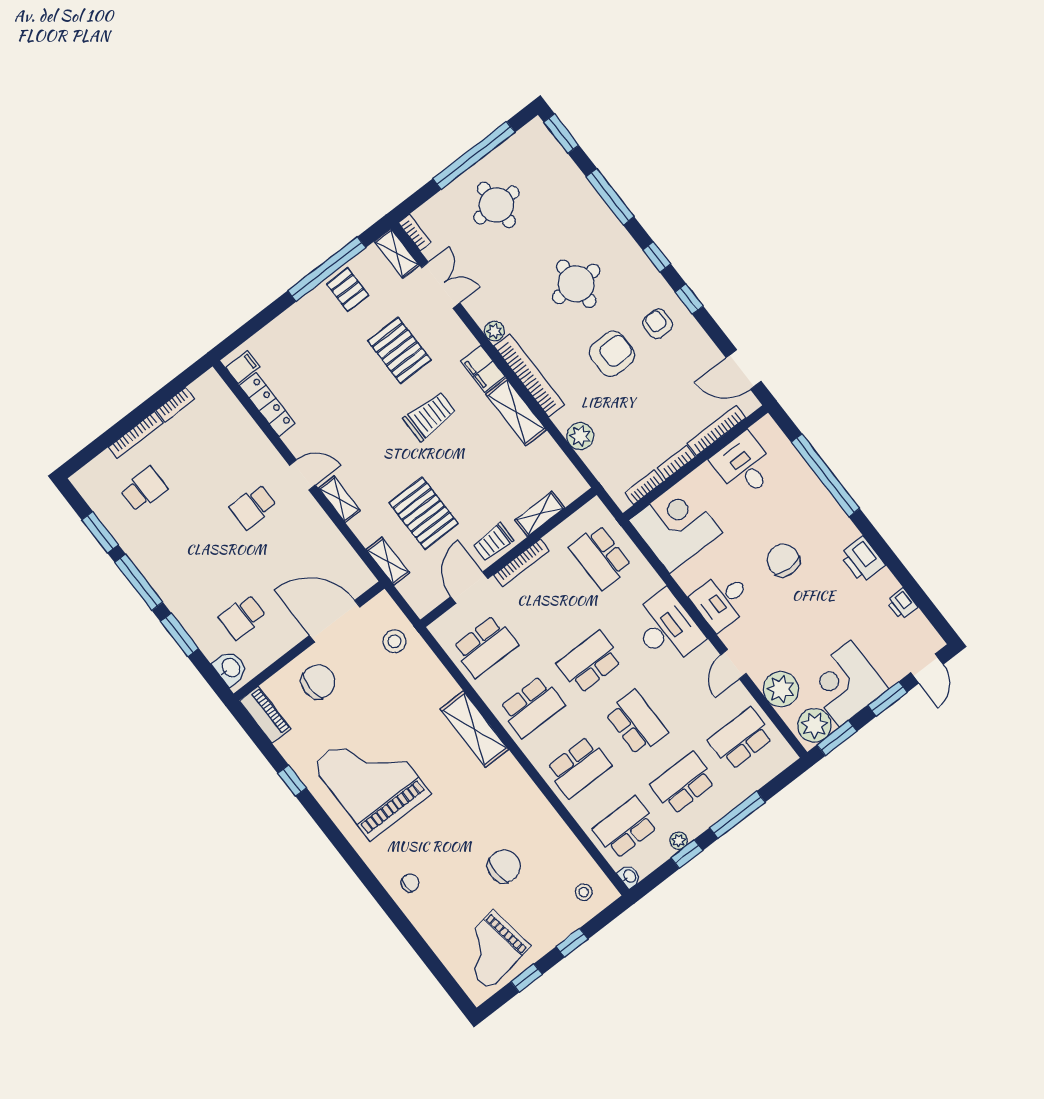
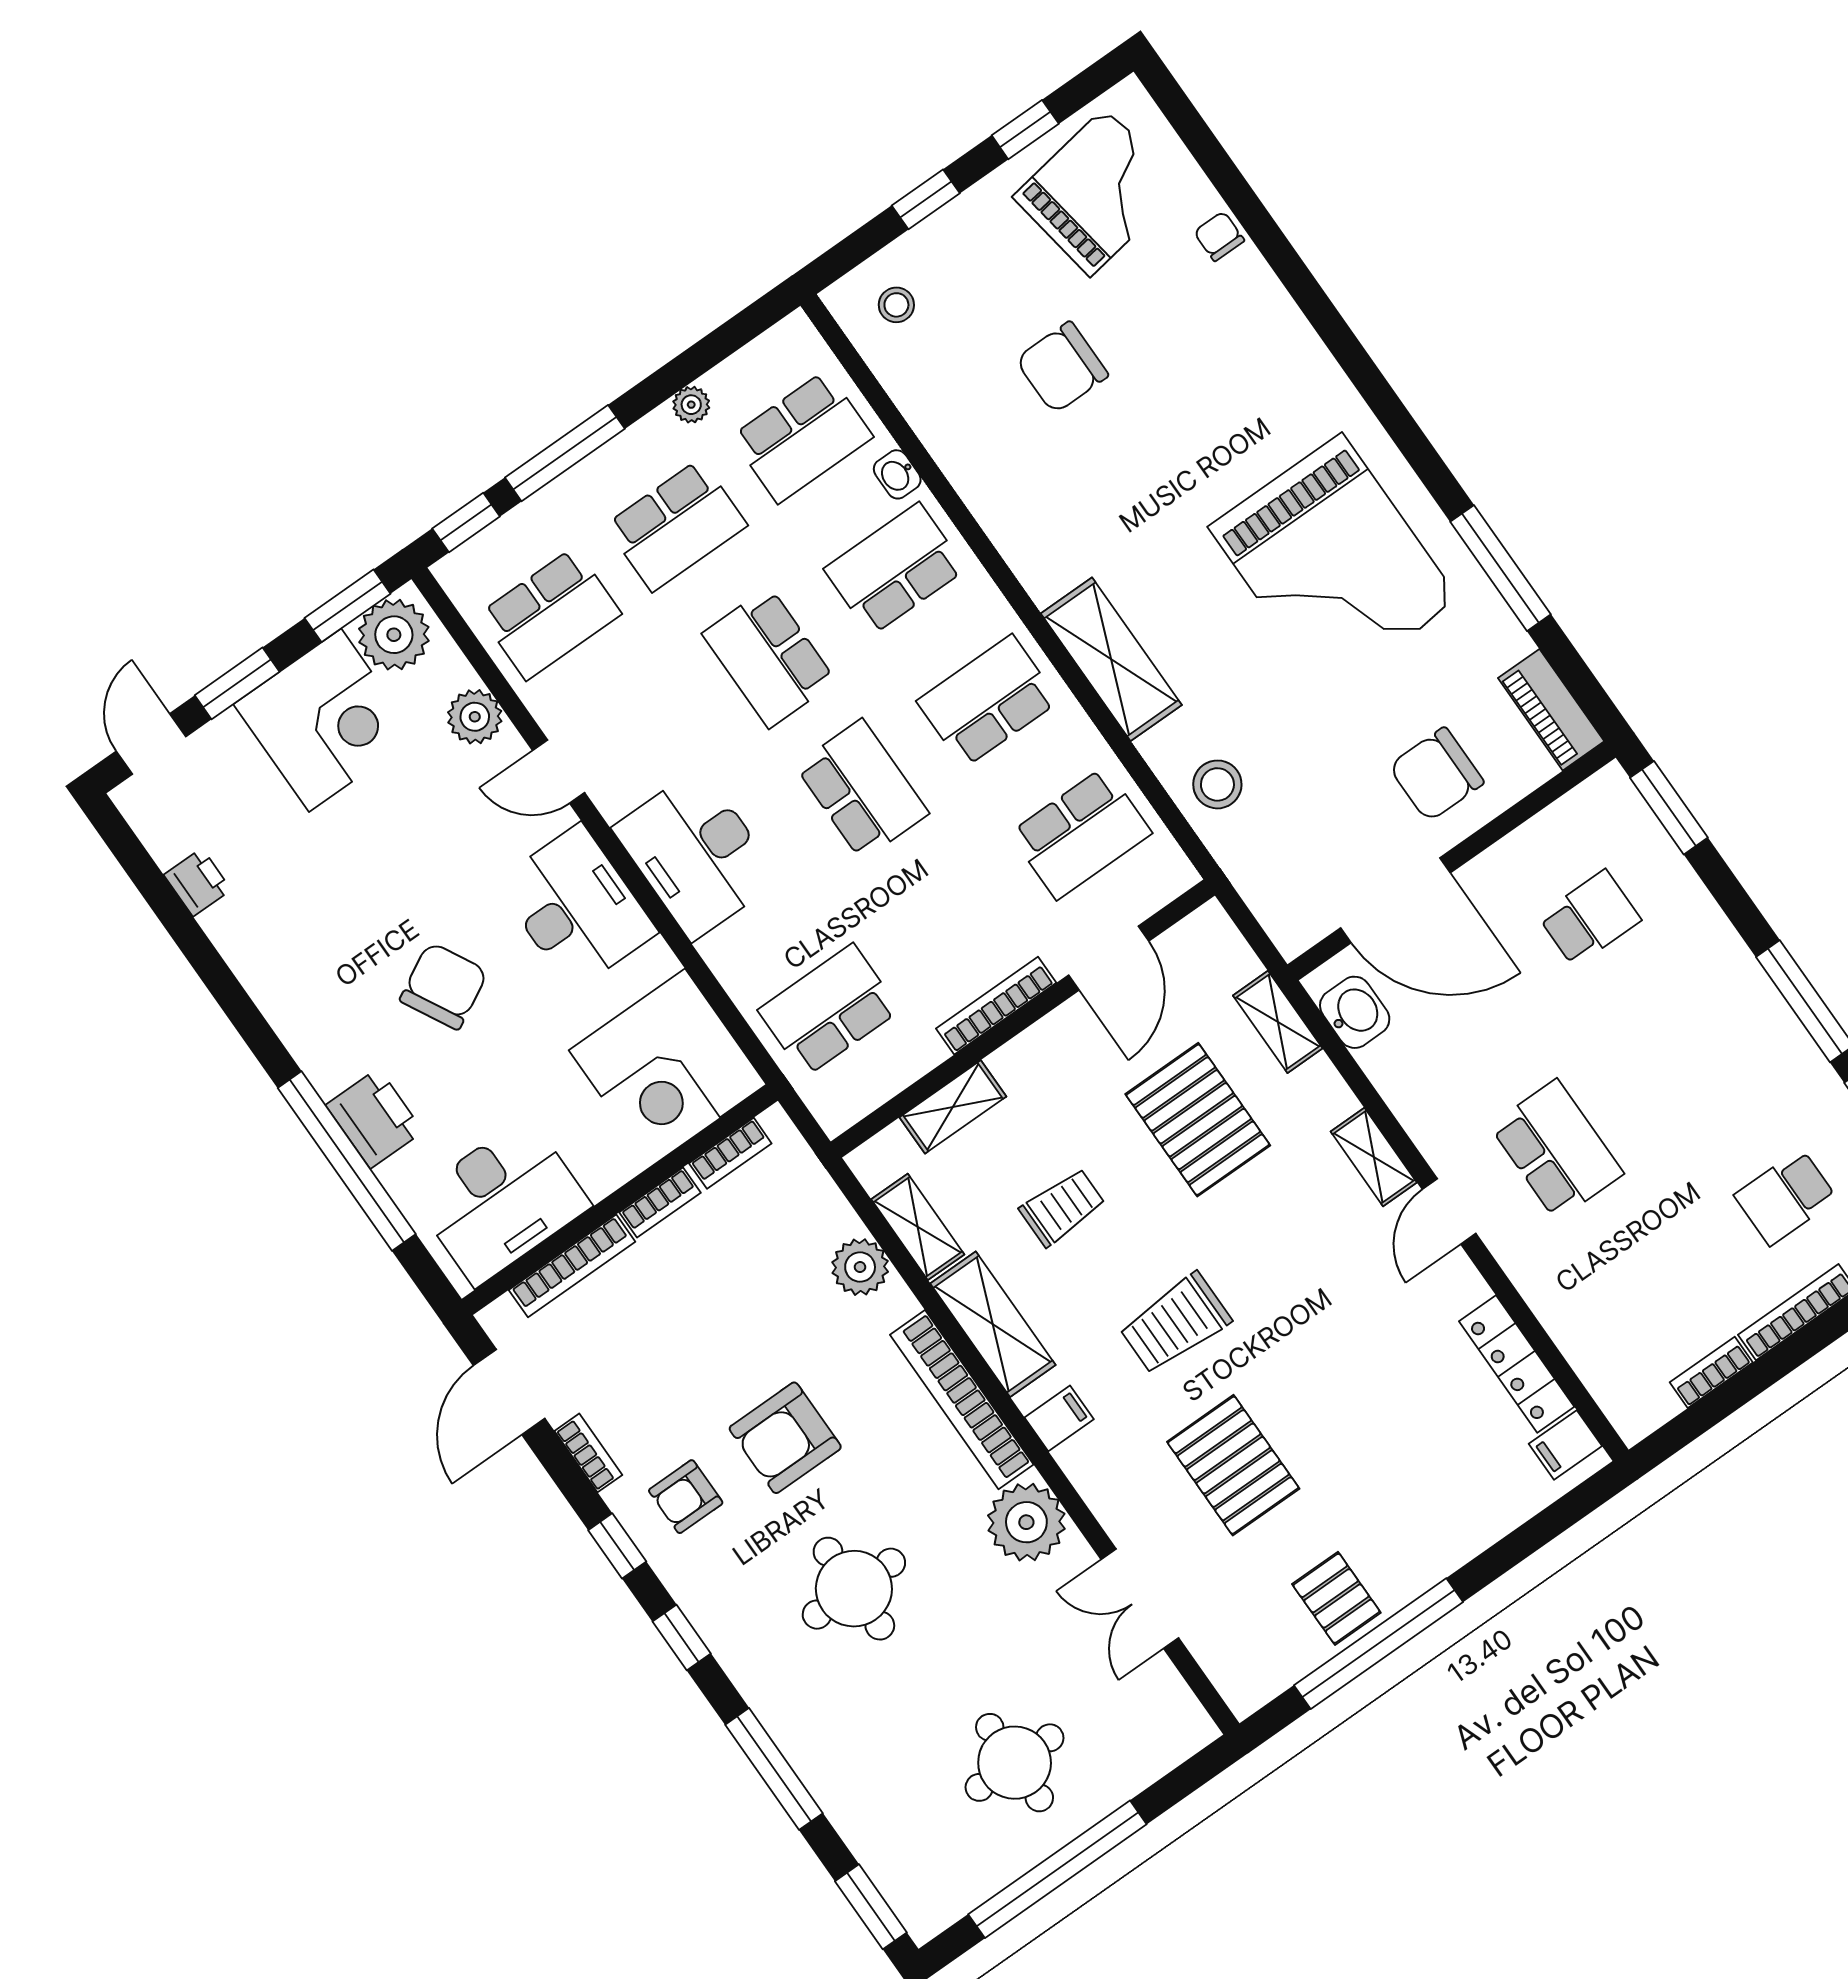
bookcase: (415, 232) -> (588, 1453), moved, turned 180
shelving: (397, 253) -> (918, 1227), moved
armchair: (658, 324) -> (686, 1497), turned 90
plant: (494, 331) -> (1026, 1522), width x1.88, depth x1.88
filing cabinet: (483, 369) -> (1059, 1418), width x0.50
door: (744, 369) -> (509, 1392), swing flipped
desk: (744, 465) -> (501, 1201), width x1.37
door: (303, 475) -> (1449, 1211), hinge flipped
school desk: (253, 507) -> (1557, 1150), width x1.85
trolley: (493, 542) -> (1062, 1207), moved
school desk: (600, 557) -> (829, 1010), turned -90
chair: (783, 560) -> (444, 986), turned -118
printer: (862, 560) -> (374, 1118), moved
desk: (722, 600) -> (576, 907), width x1.37
window: (179, 635) -> (1669, 808), moved
stool: (394, 641) -> (1217, 784), moved
school desk: (485, 646) -> (1081, 833), turned 180
school desk: (590, 662) -> (862, 790), turned -90
door: (733, 664) -> (559, 772), swing flipped
washbasin: (230, 668) -> (1355, 1012), moved, turned 180
plant: (781, 689) -> (475, 717), width x0.73, depth x0.73
window: (292, 781) -> (1501, 568), width x2.17
window: (687, 854) -> (466, 523), moved
washbasin: (629, 876) -> (897, 474), moved
chair: (410, 883) -> (1219, 236), moved, turned 90

